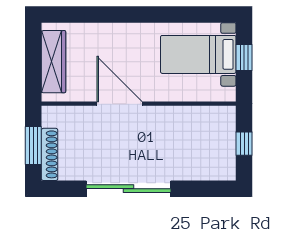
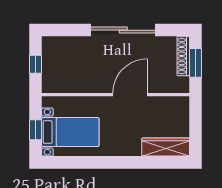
wardrobe: (54, 62) -> (166, 147), moved, turned 90
door: (119, 104) -> (130, 95), swing flipped

